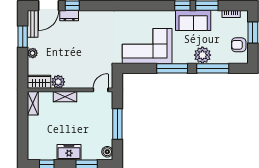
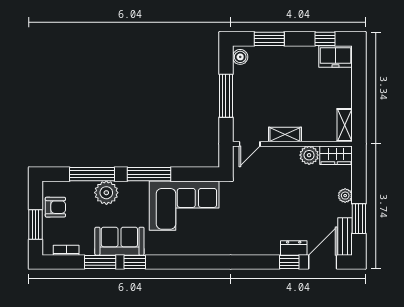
shelving: (65, 97) -> (285, 134), moved
freezer: (69, 152) -> (336, 56), moved

